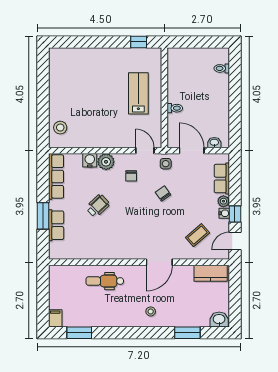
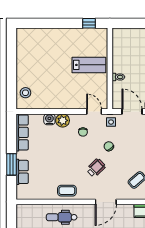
lab bench: (138, 93) -> (89, 65), turned 90
wheelchair: (98, 206) -> (96, 168), moved
coffee table: (111, 248) -> (67, 191), added

